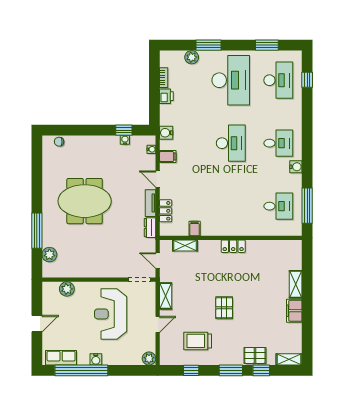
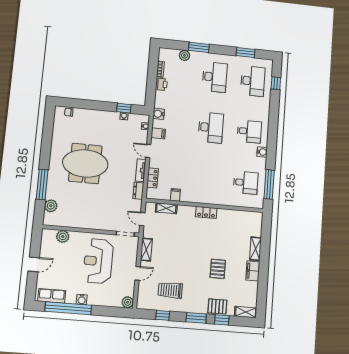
desk: (231, 80) -> (215, 77), width x0.73, depth x0.77
pallet: (224, 308) -> (218, 269), moved

